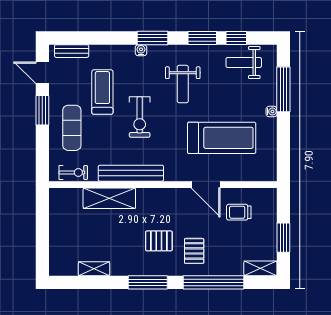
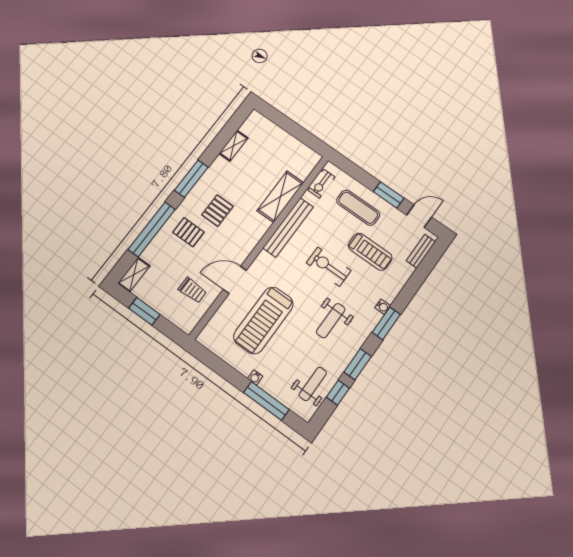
weight bench: (183, 84) -> (331, 321), turned -90
trolley: (239, 212) -> (192, 290), turned 90

